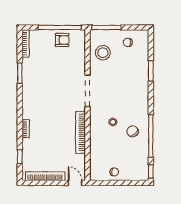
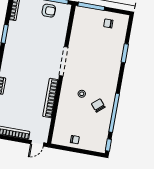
stool: (103, 53) -> (84, 29), removed
door: (75, 183) -> (37, 143), swing flipped

